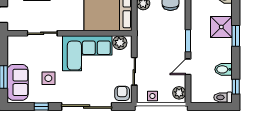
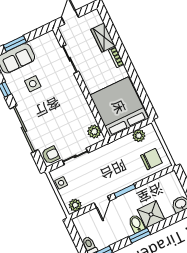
window: (236, 36) -> (140, 235), moved
corner sofa: (87, 53) -> (71, 107), removed
door: (188, 67) -> (102, 202), swing flipped
bidet: (223, 69) -> (136, 224), moved

